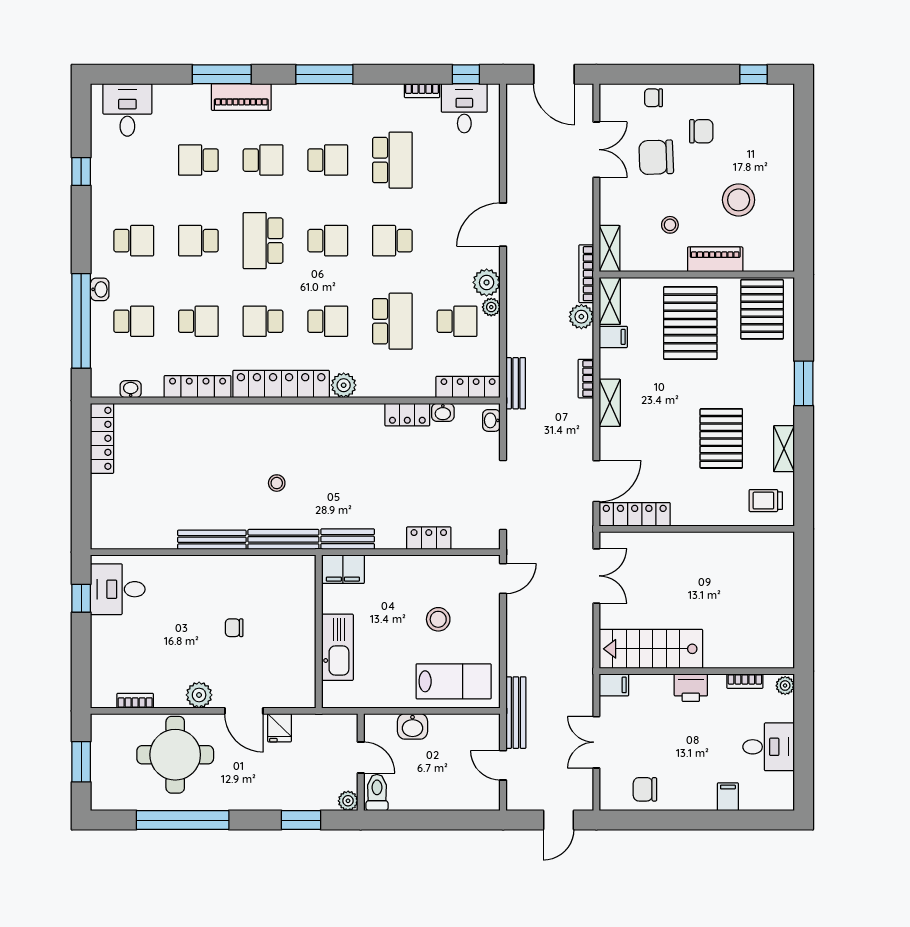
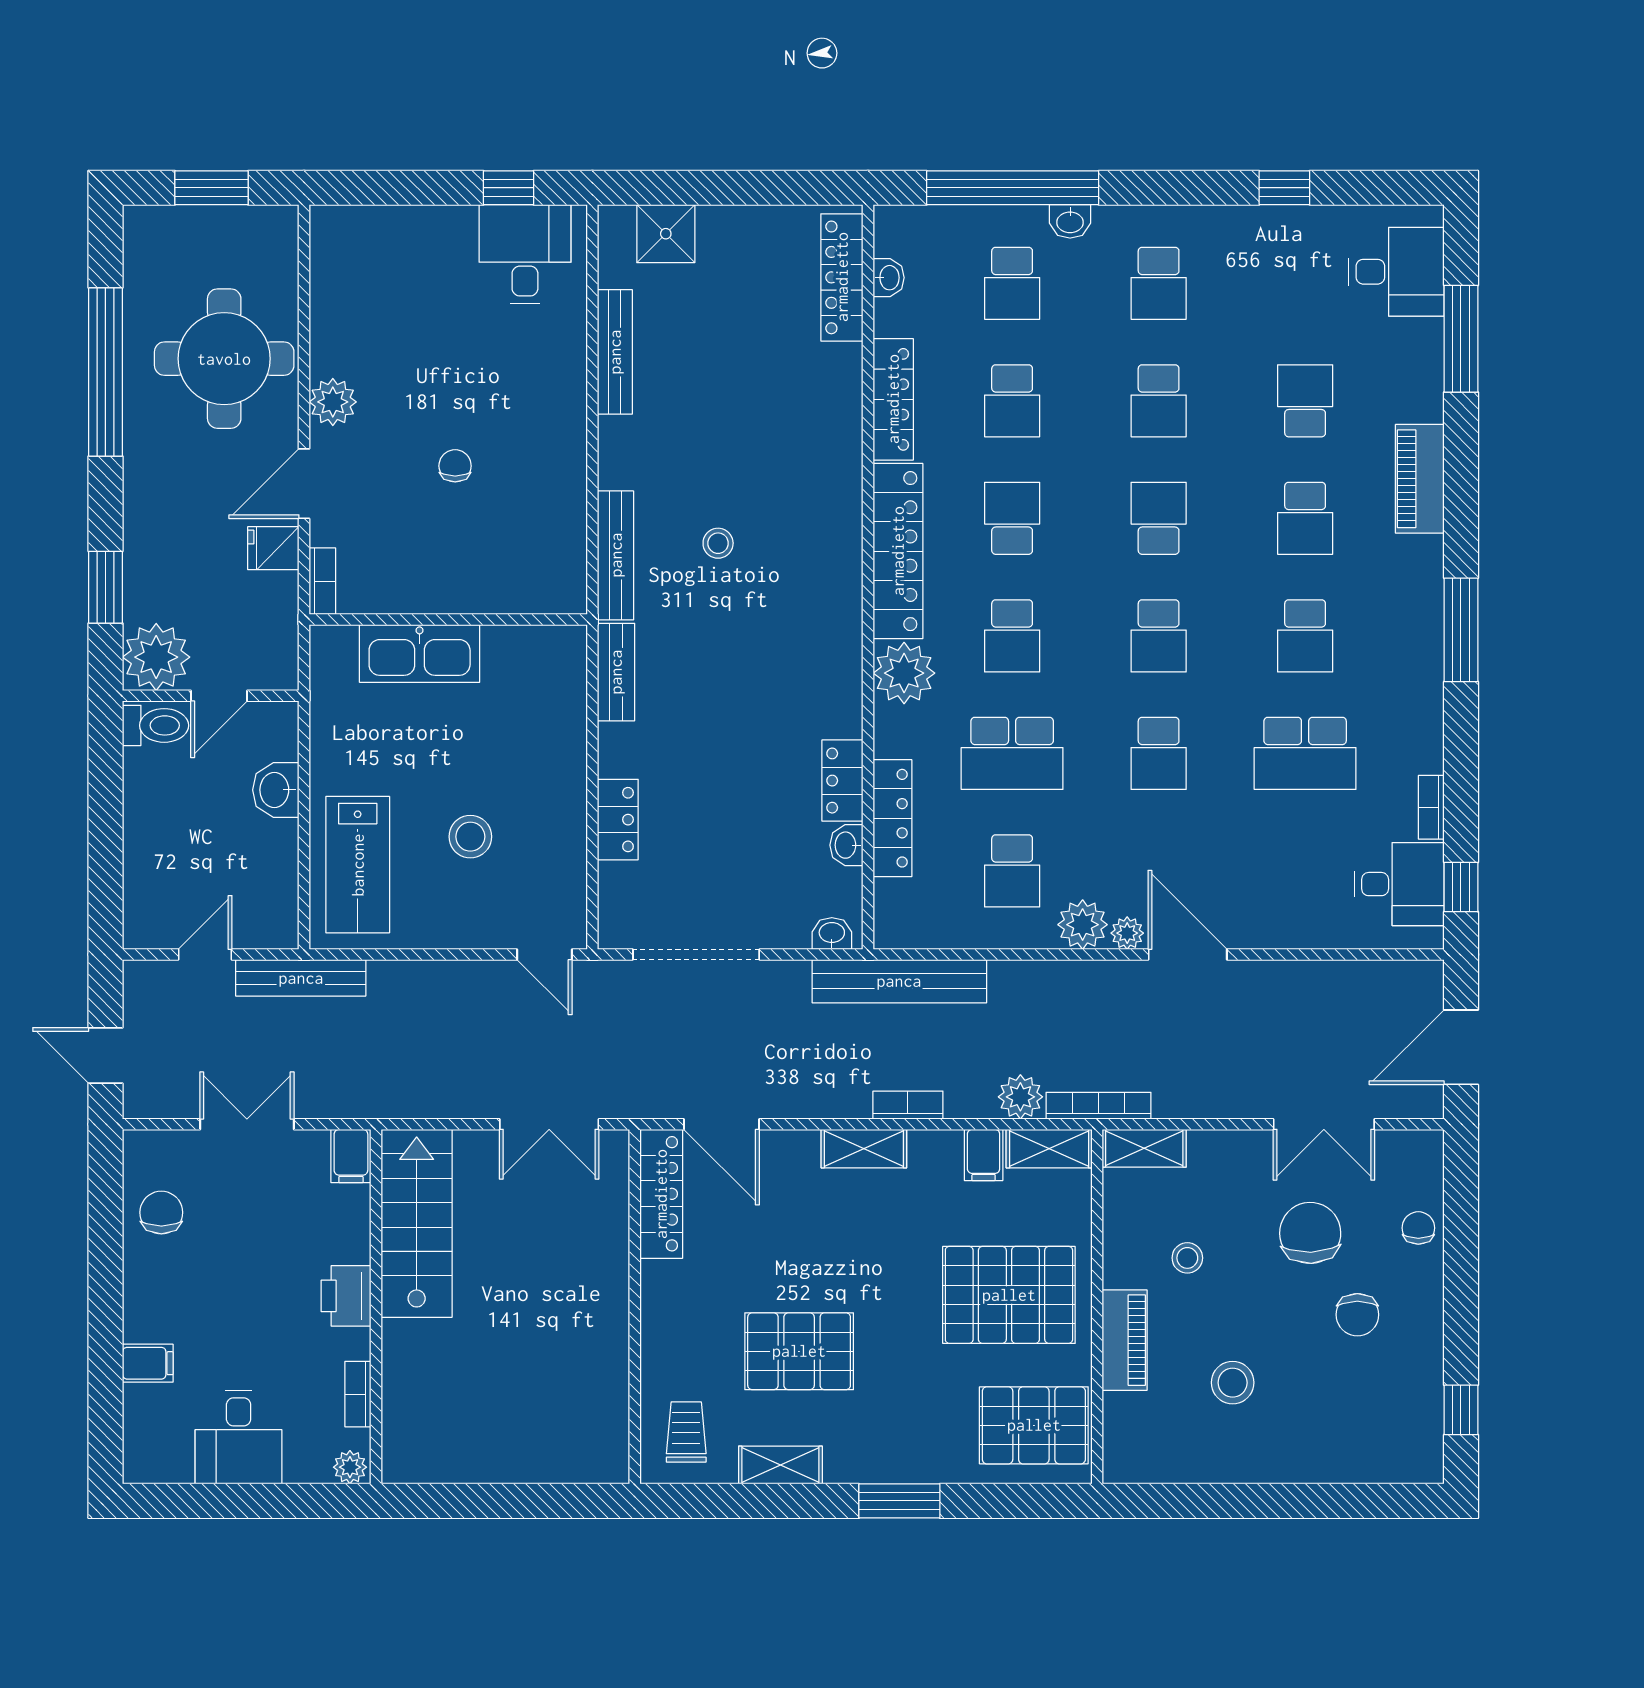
window: (222, 74) -> (1461, 339), moved
stool: (739, 200) -> (1233, 1383), width x0.73, depth x0.73
school desk: (198, 241) -> (1159, 401), turned 180
school desk: (263, 241) -> (1159, 518), width x0.54
school desk: (392, 241) -> (1159, 753), turned 180
plant: (491, 307) -> (1127, 933), moved
bench: (516, 383) -> (899, 981), width x1.86, depth x1.21
plant: (344, 385) -> (904, 673), width x1.36, depth x1.36
locker: (468, 387) -> (893, 818), moved
locker: (102, 438) -> (842, 277), moved, turned 90
shower: (106, 512) -> (666, 234), added
bench: (212, 540) -> (615, 352), moved
filing cabinet: (343, 569) -> (561, 663), removed
bookcase: (135, 701) -> (322, 581), moved
plant: (348, 801) -> (156, 657), width x1.87, depth x1.87

